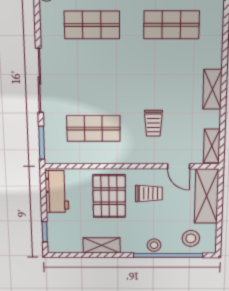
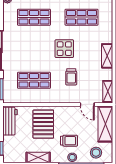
display table: (142, 78) -> (64, 49), added
trolley: (149, 193) -> (69, 141), moved

